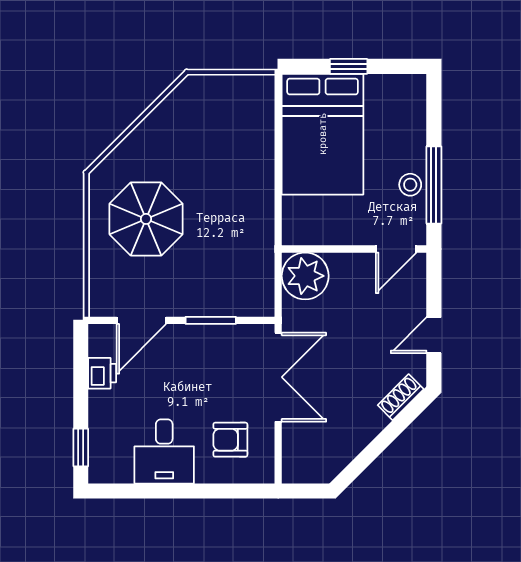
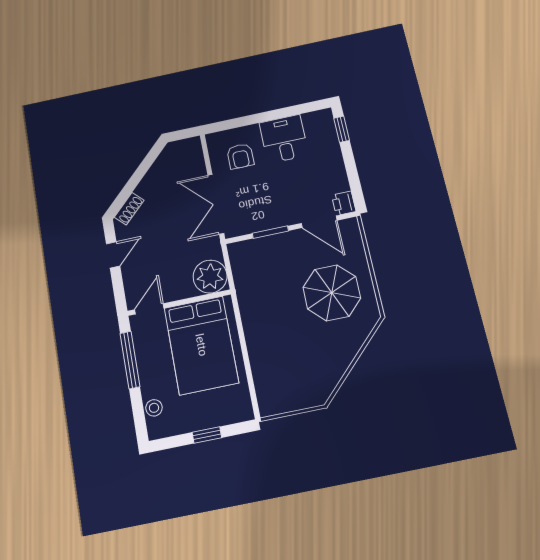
bed: (323, 134) -> (201, 345), moved, turned 180
stool: (410, 185) -> (154, 408), moved
door: (141, 320) -> (319, 222), swing flipped
printer: (102, 373) -> (344, 203), moved
armchair: (230, 440) -> (240, 156), turned 90

